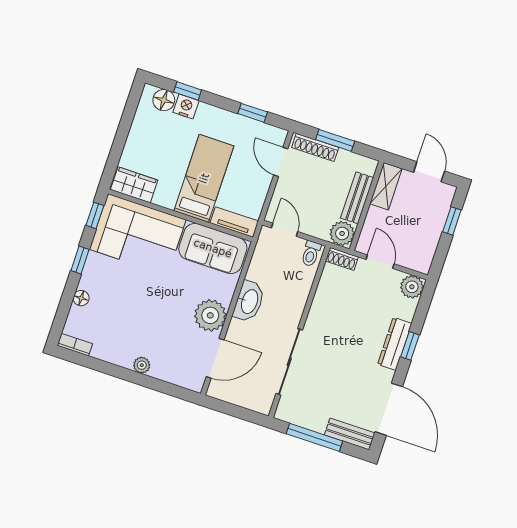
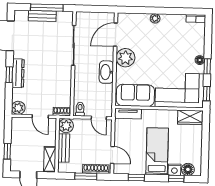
bed: (204, 178) -> (157, 151), moved, turned 180
floor lamp: (81, 298) -> (200, 60), moved
bench: (350, 434) -> (42, 16), moved

